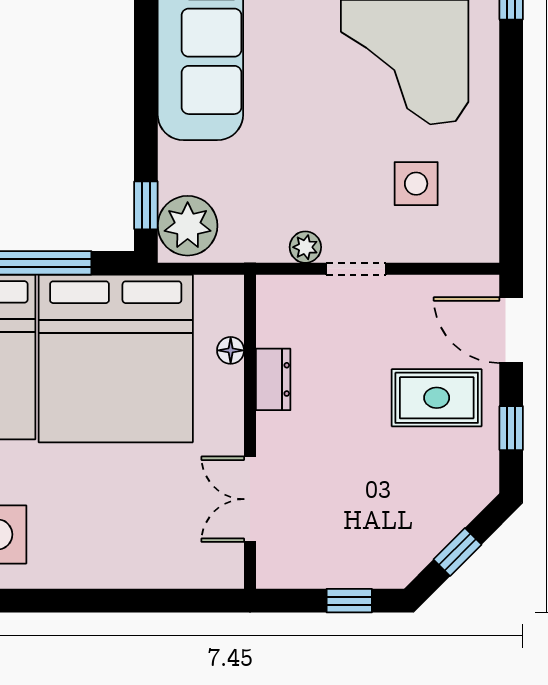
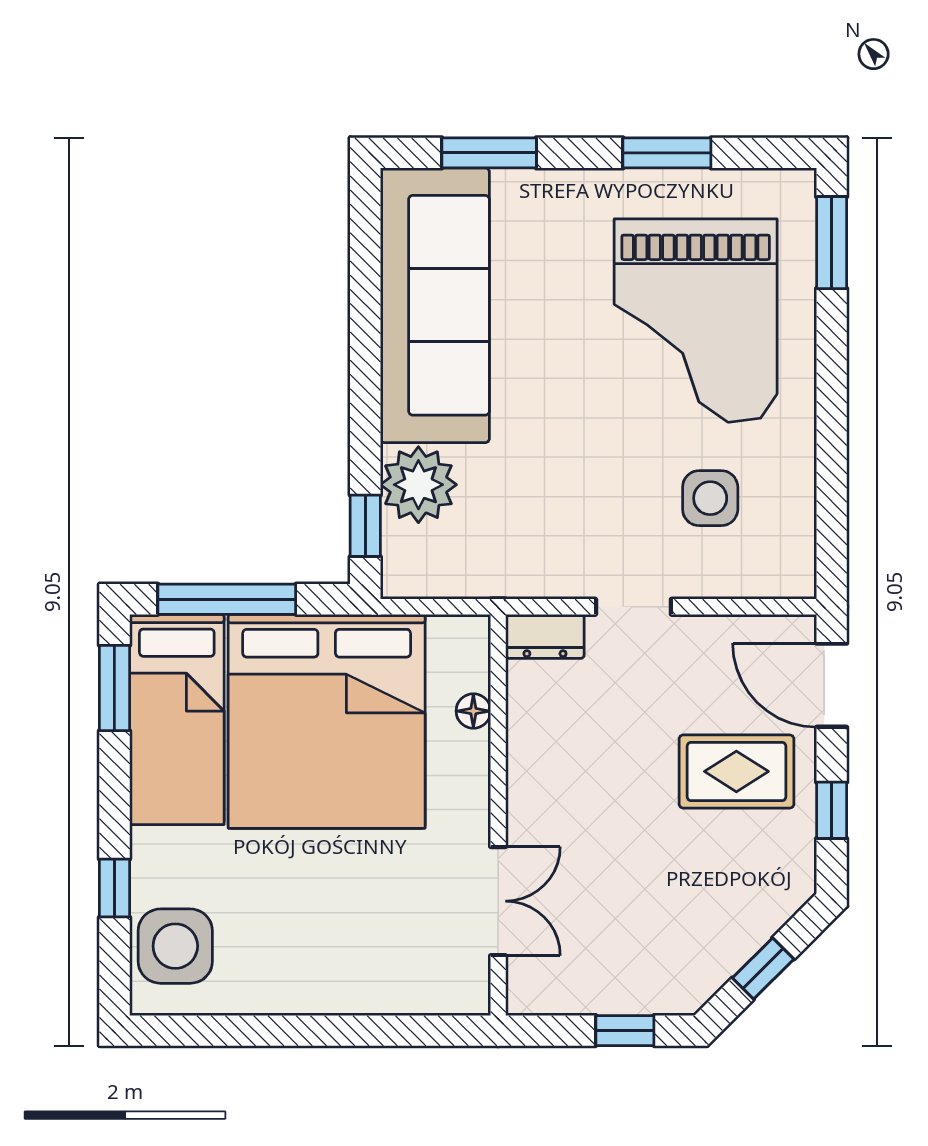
plant: (188, 226) -> (418, 485), moved
plant: (305, 247) -> (569, 579), removed
dresser: (273, 379) -> (545, 636), moved, turned 90
double door: (250, 499) -> (498, 901), swing flipped

